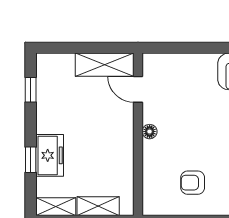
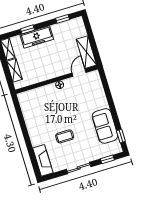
freezer: (50, 155) -> (37, 37), width x1.40
armchair: (193, 183) -> (41, 114), removed

